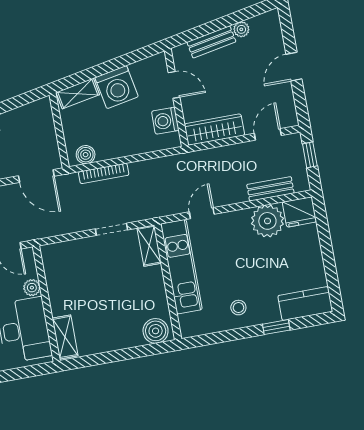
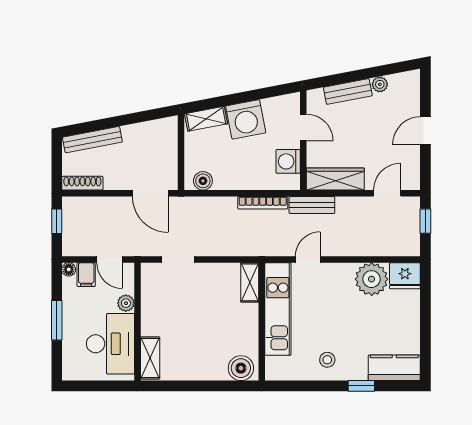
bookcase: (104, 173) -> (263, 203), moved
bench: (270, 189) -> (312, 205), moved
doorway: (111, 229) -> (178, 260), moved

